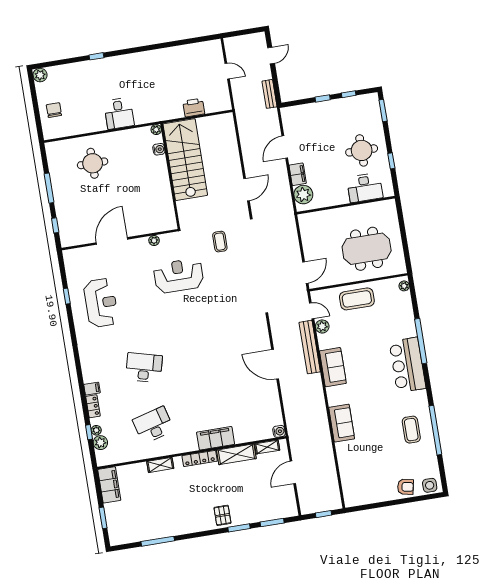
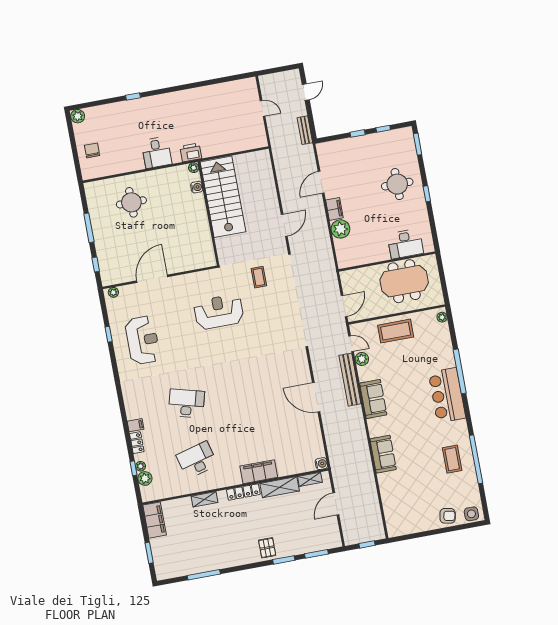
printer: (194, 108) -> (191, 152), moved
desk: (365, 188) -> (405, 244), moved
wall: (346, 205) -> (387, 261), moved
plant: (154, 240) -> (113, 292), moved

